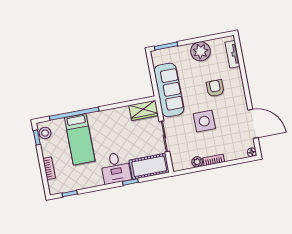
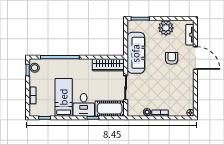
wardrobe: (144, 110) -> (108, 65), width x1.50
side table: (204, 121) -> (159, 82), removed
door: (253, 124) -> (195, 58), moved
bed: (80, 139) -> (64, 97), moved, turned 180

